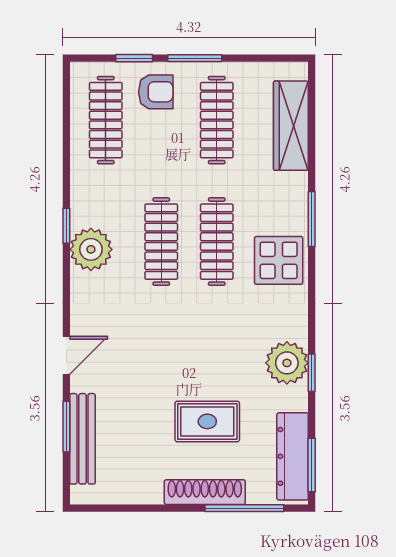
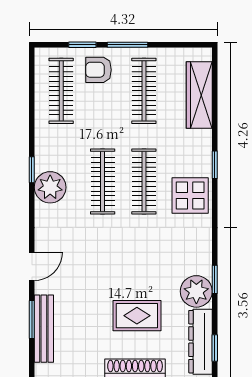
armchair: (156, 92) -> (99, 70), turned 180
window: (312, 219) -> (215, 165), width x0.67
plant: (287, 363) -> (196, 291), moved
window: (312, 465) -> (215, 348), width x0.67

